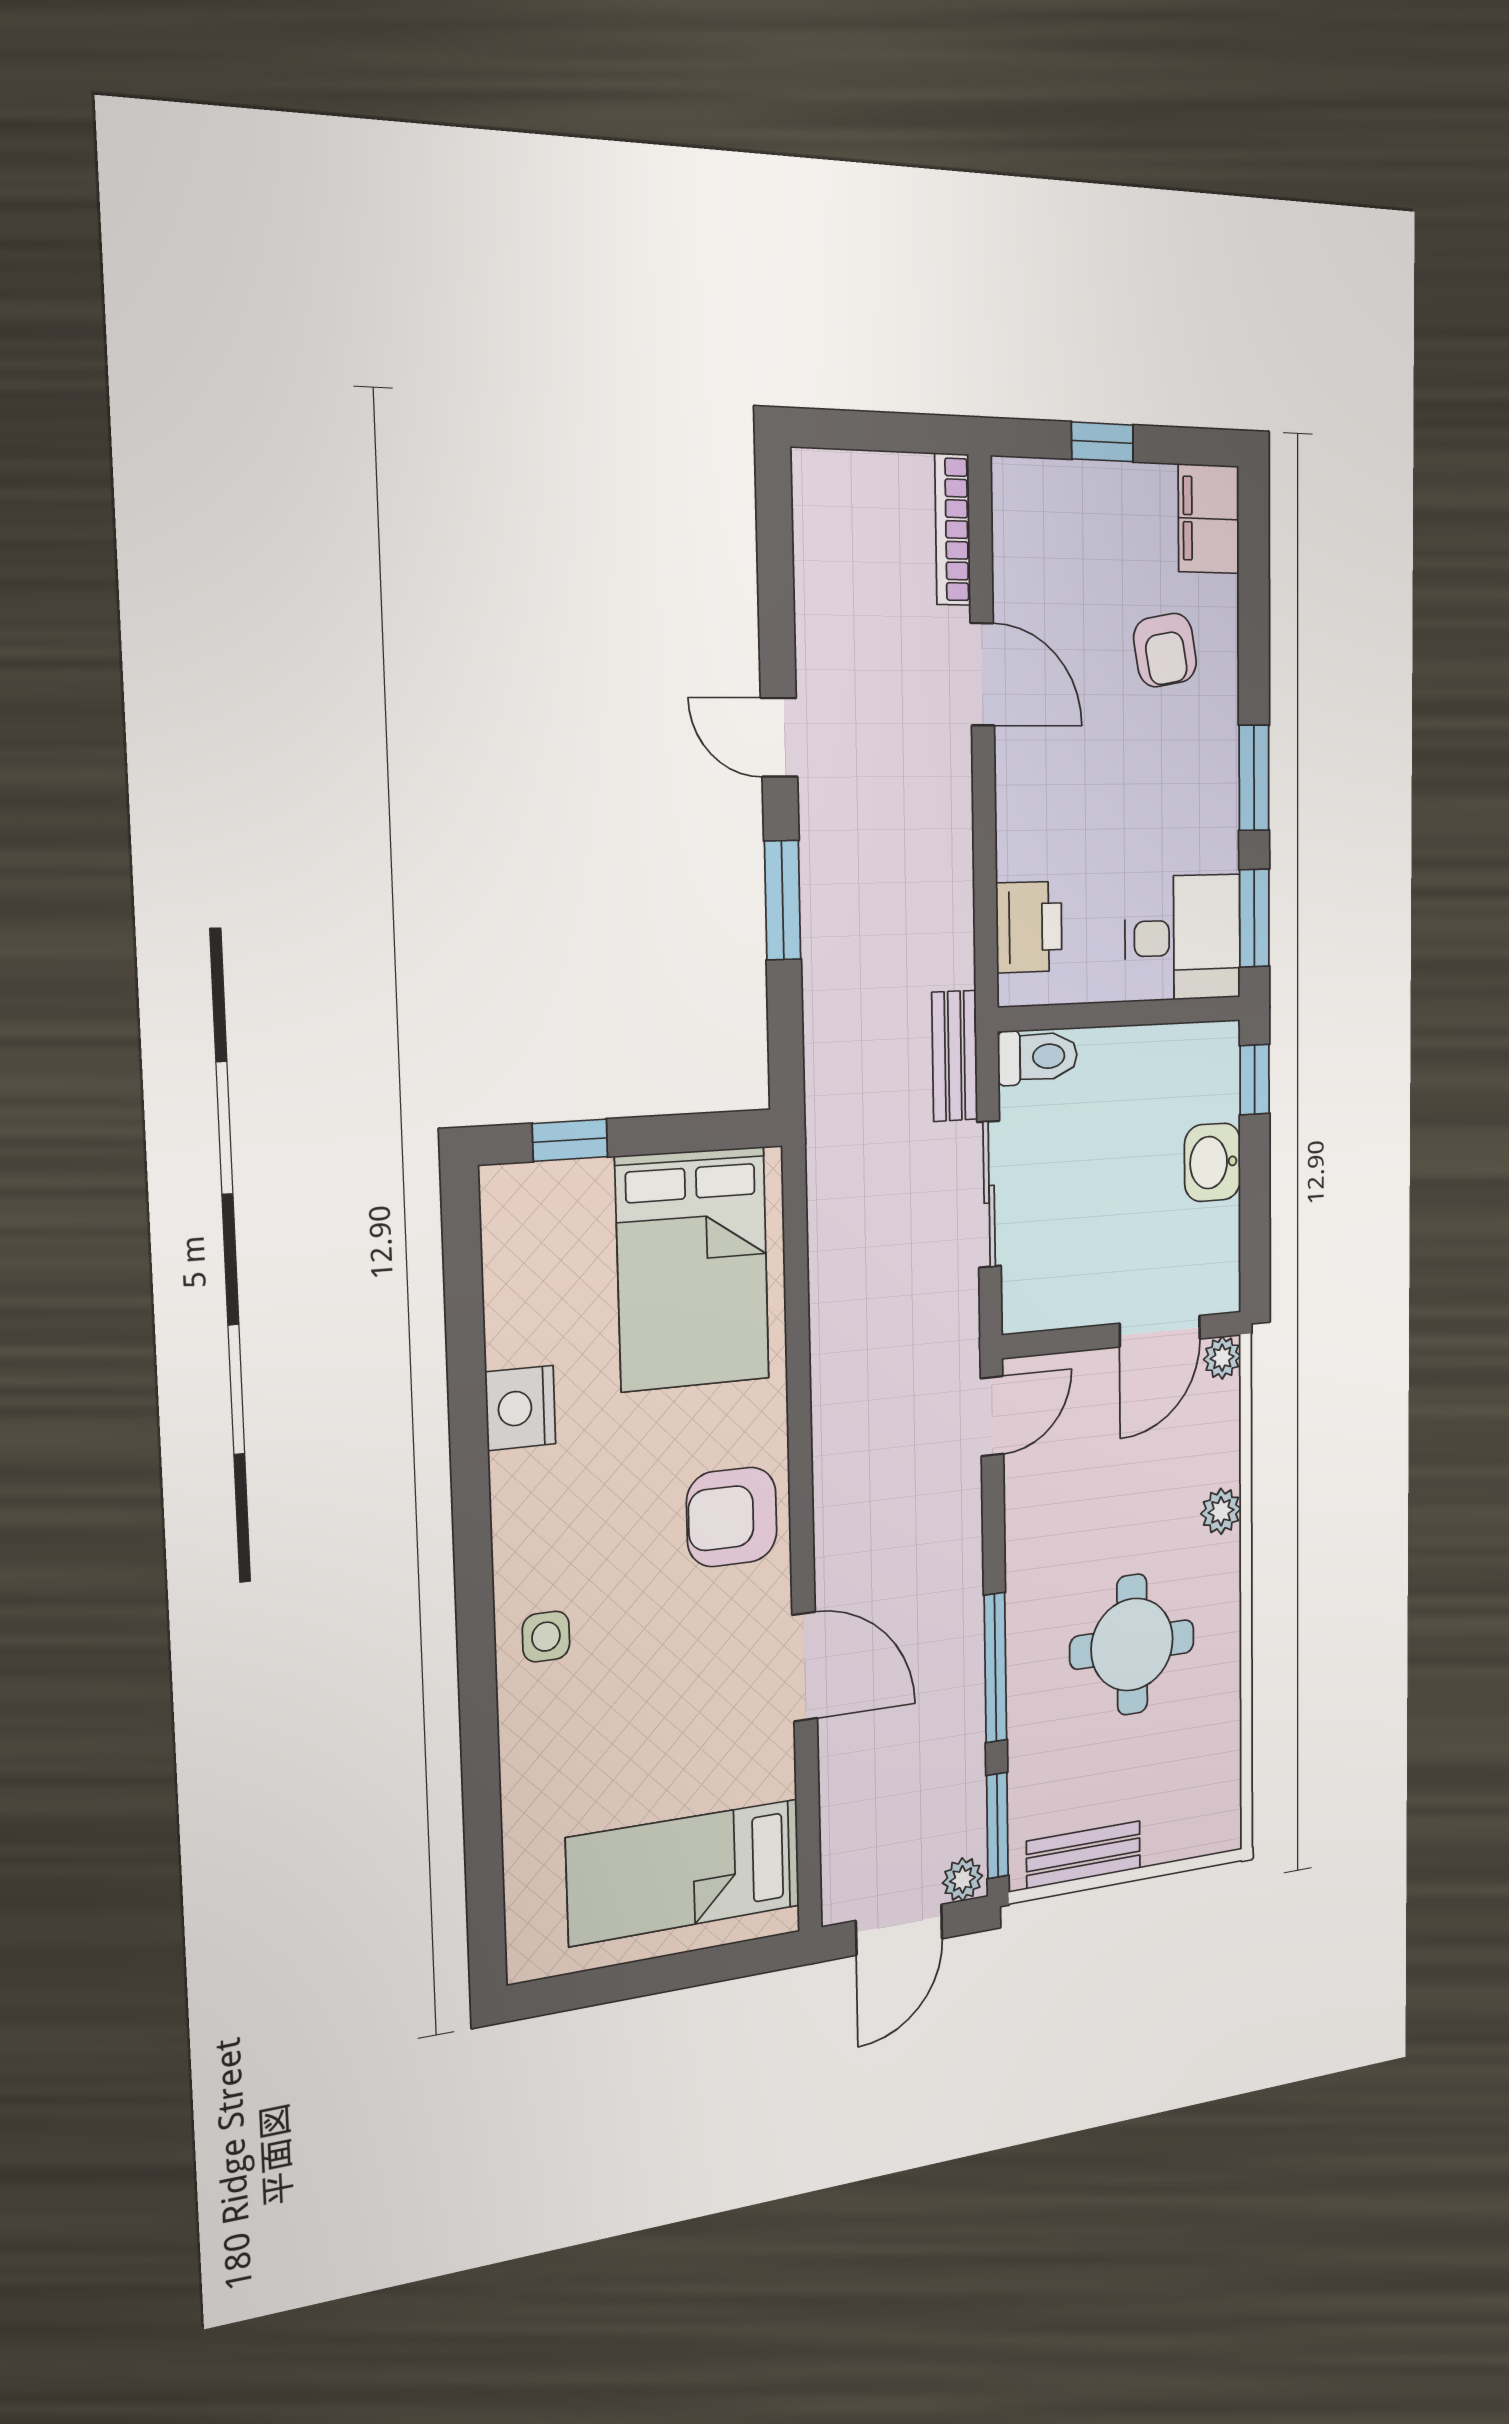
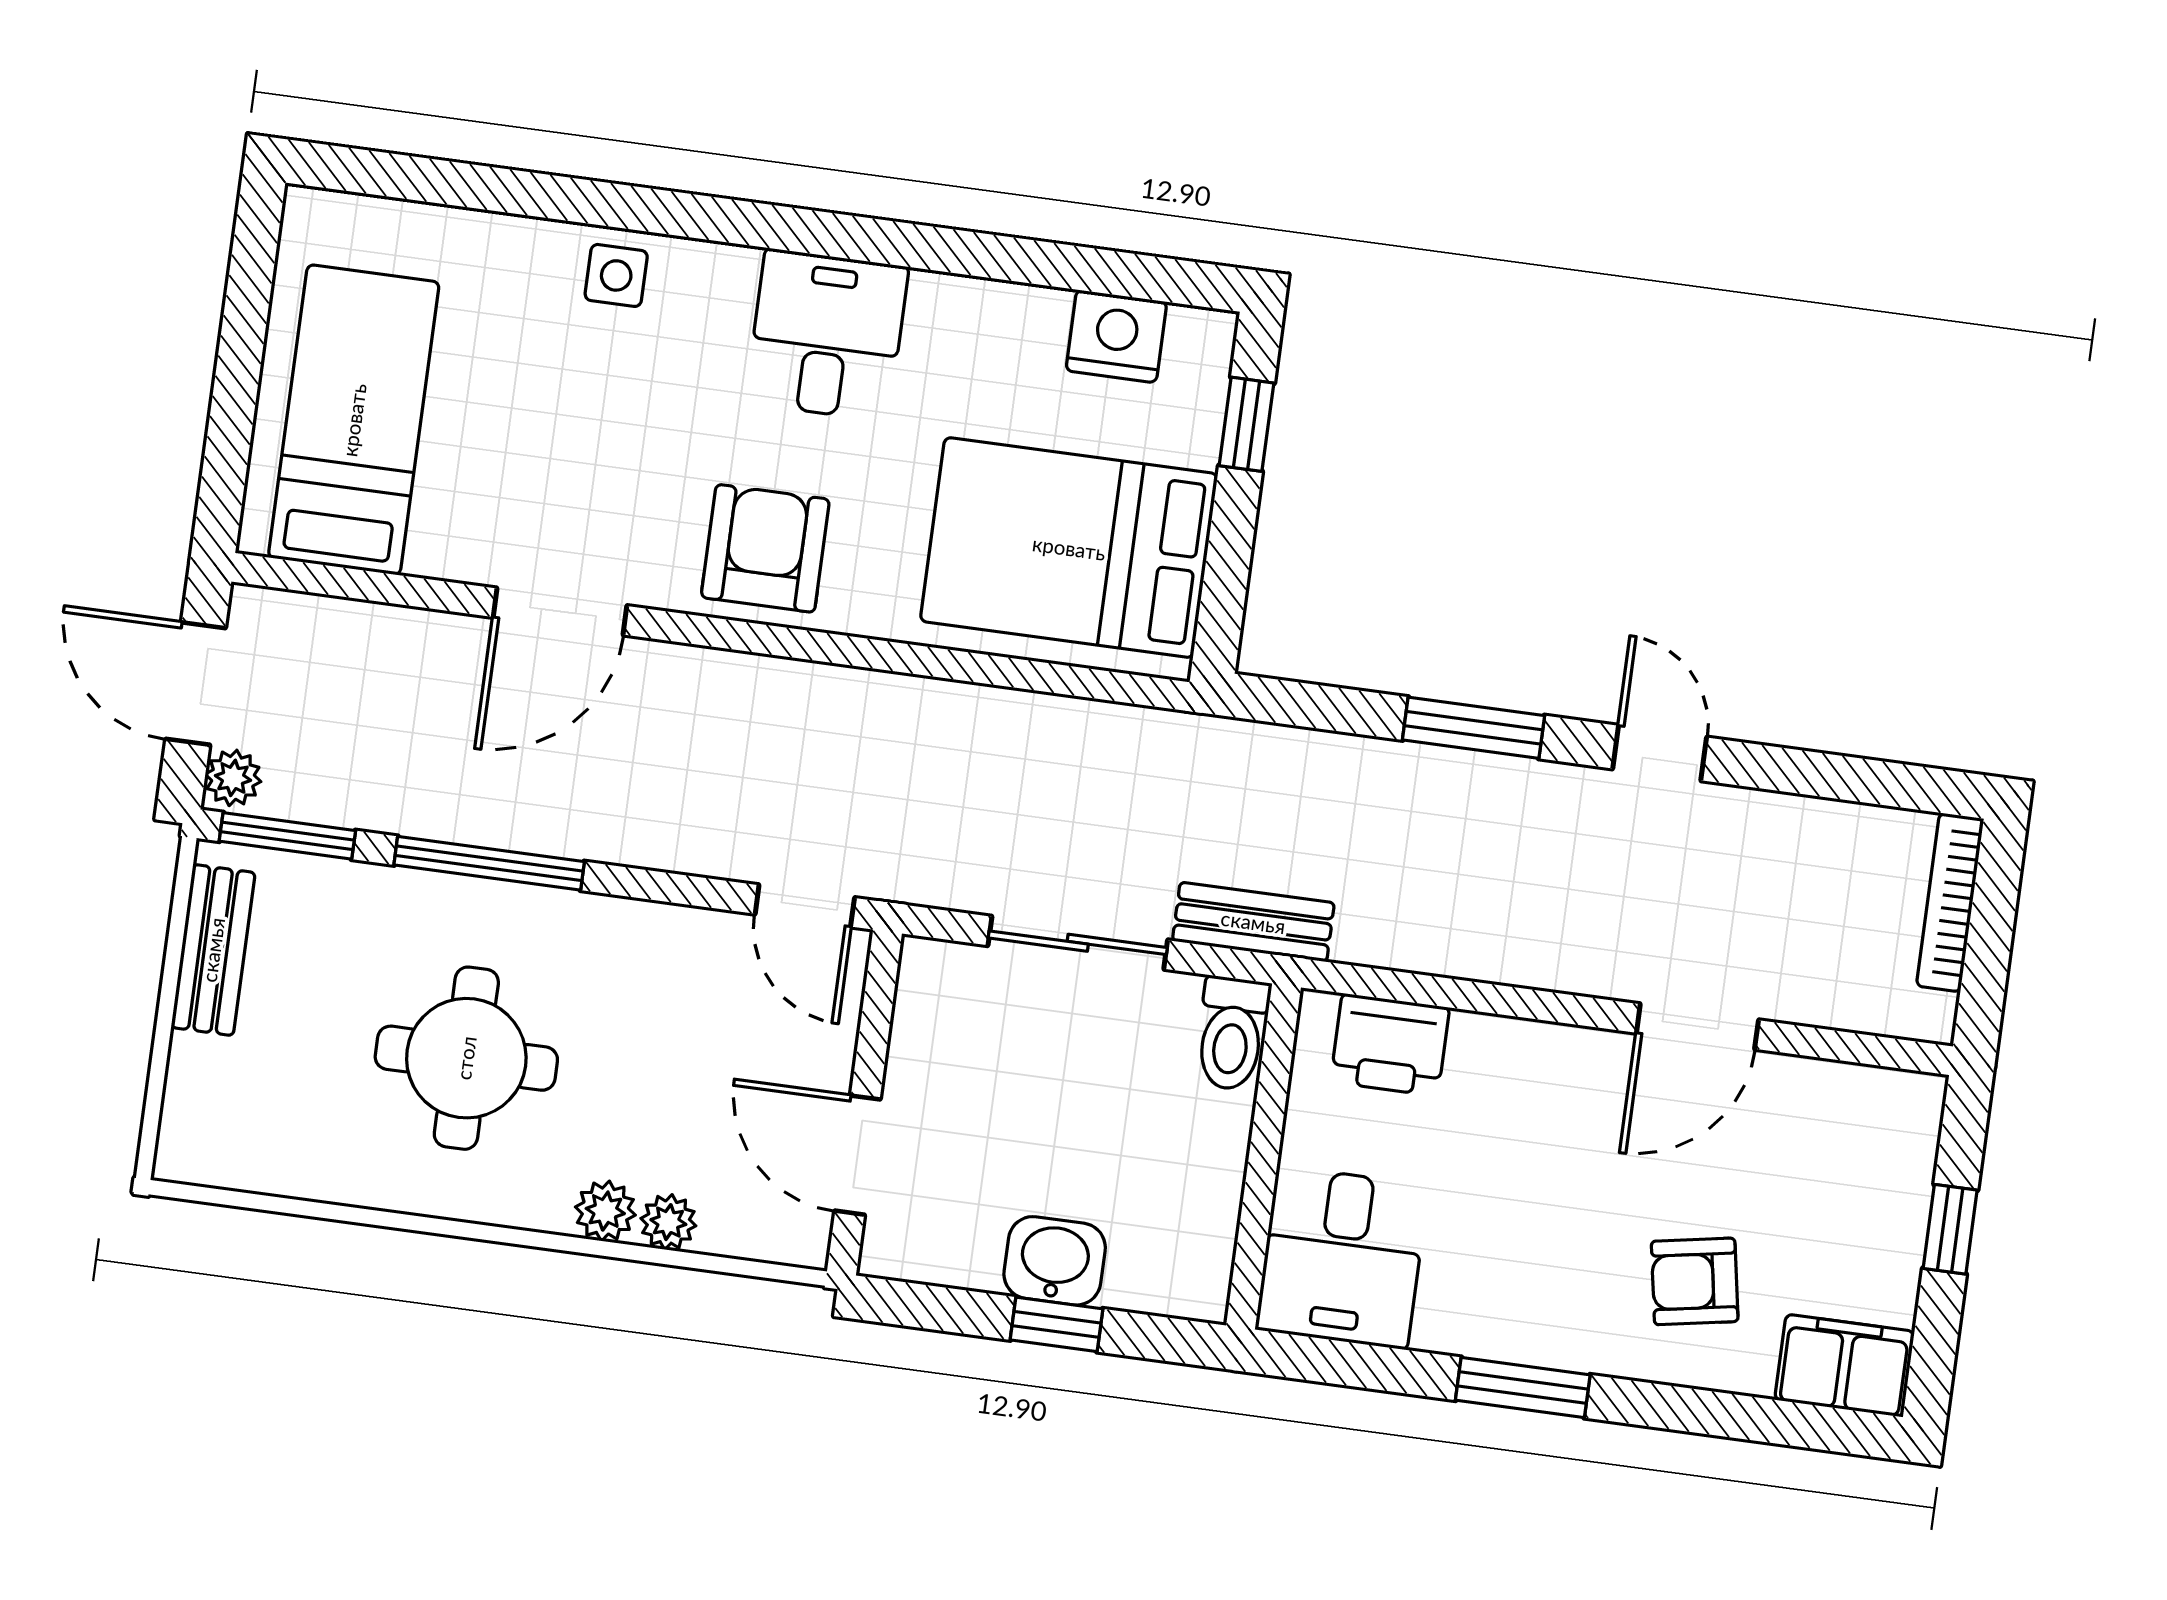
bookcase: (953, 529) -> (1950, 902), moved, turned -90
door: (779, 737) -> (1660, 753), hinge flipped
window: (1254, 918) -> (1349, 1364), removed
window: (1255, 1080) -> (1057, 1324), moved
plant: (1222, 1358) -> (668, 1222), moved
nightstand: (520, 1408) -> (1116, 336), moved
desk: (555, 1511) -> (827, 335), added
side table: (546, 1637) -> (616, 275), moved

